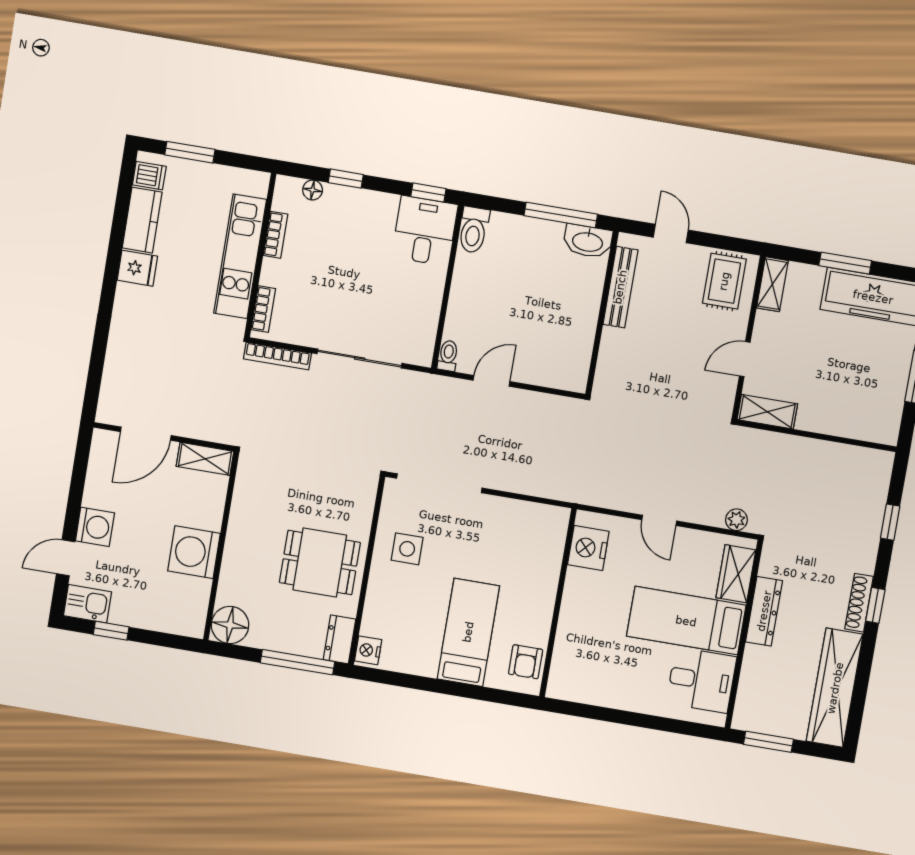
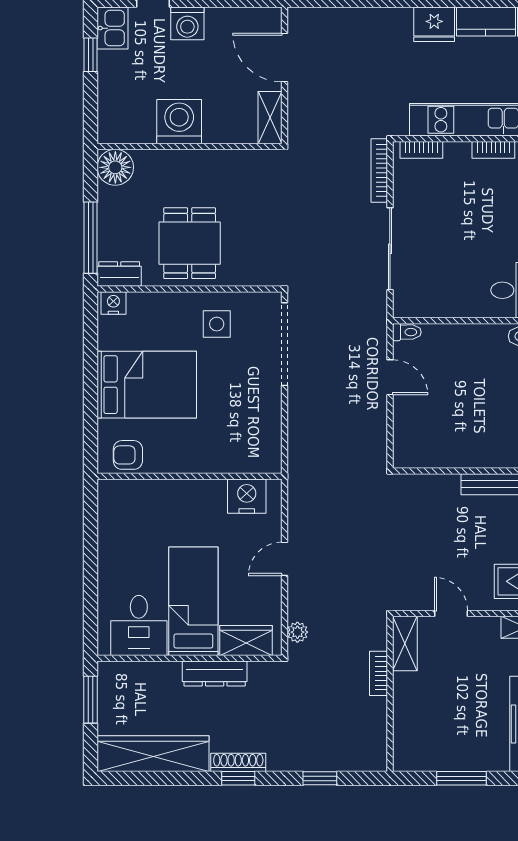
fridge: (137, 268) -> (434, 24), width x1.38
bookcase: (793, 444) -> (378, 673), added
bed: (468, 632) -> (147, 385), width x1.50

